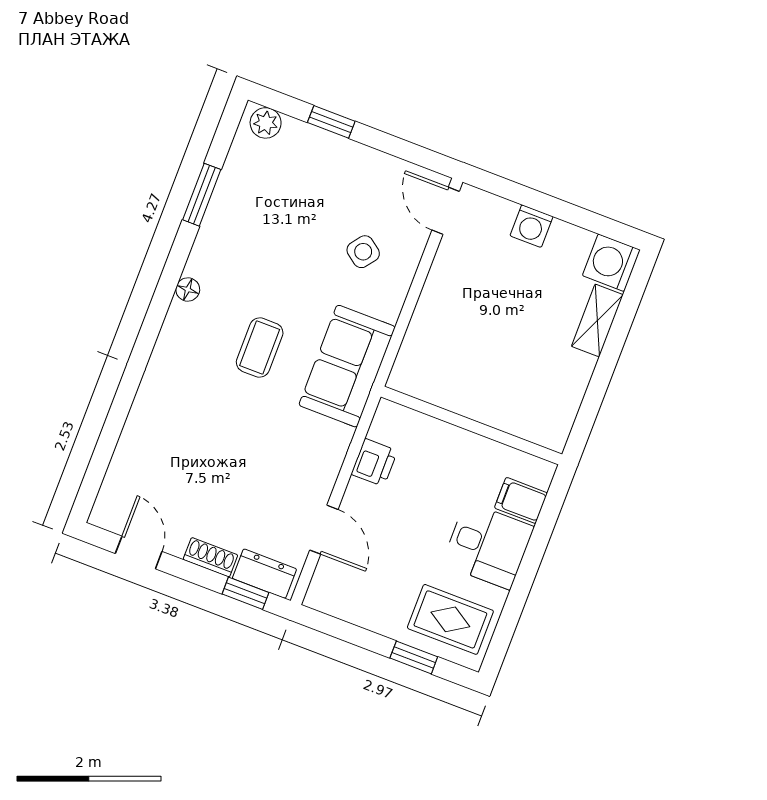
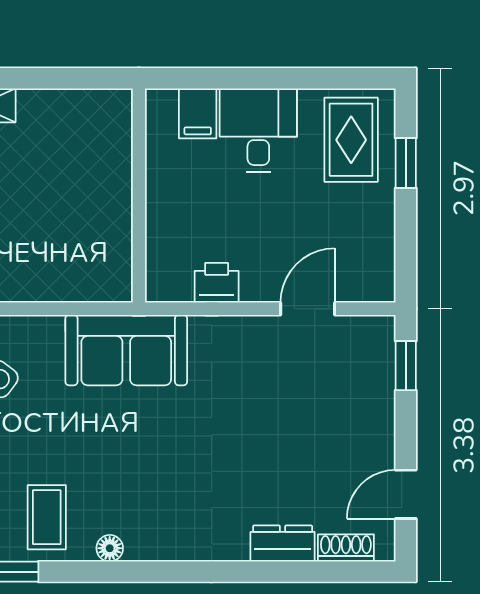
coffee table: (260, 348) -> (47, 517), moved, turned 90
shoe rack: (210, 557) -> (346, 548), moved, turned 90
dresser: (264, 574) -> (283, 543), moved, turned 90

